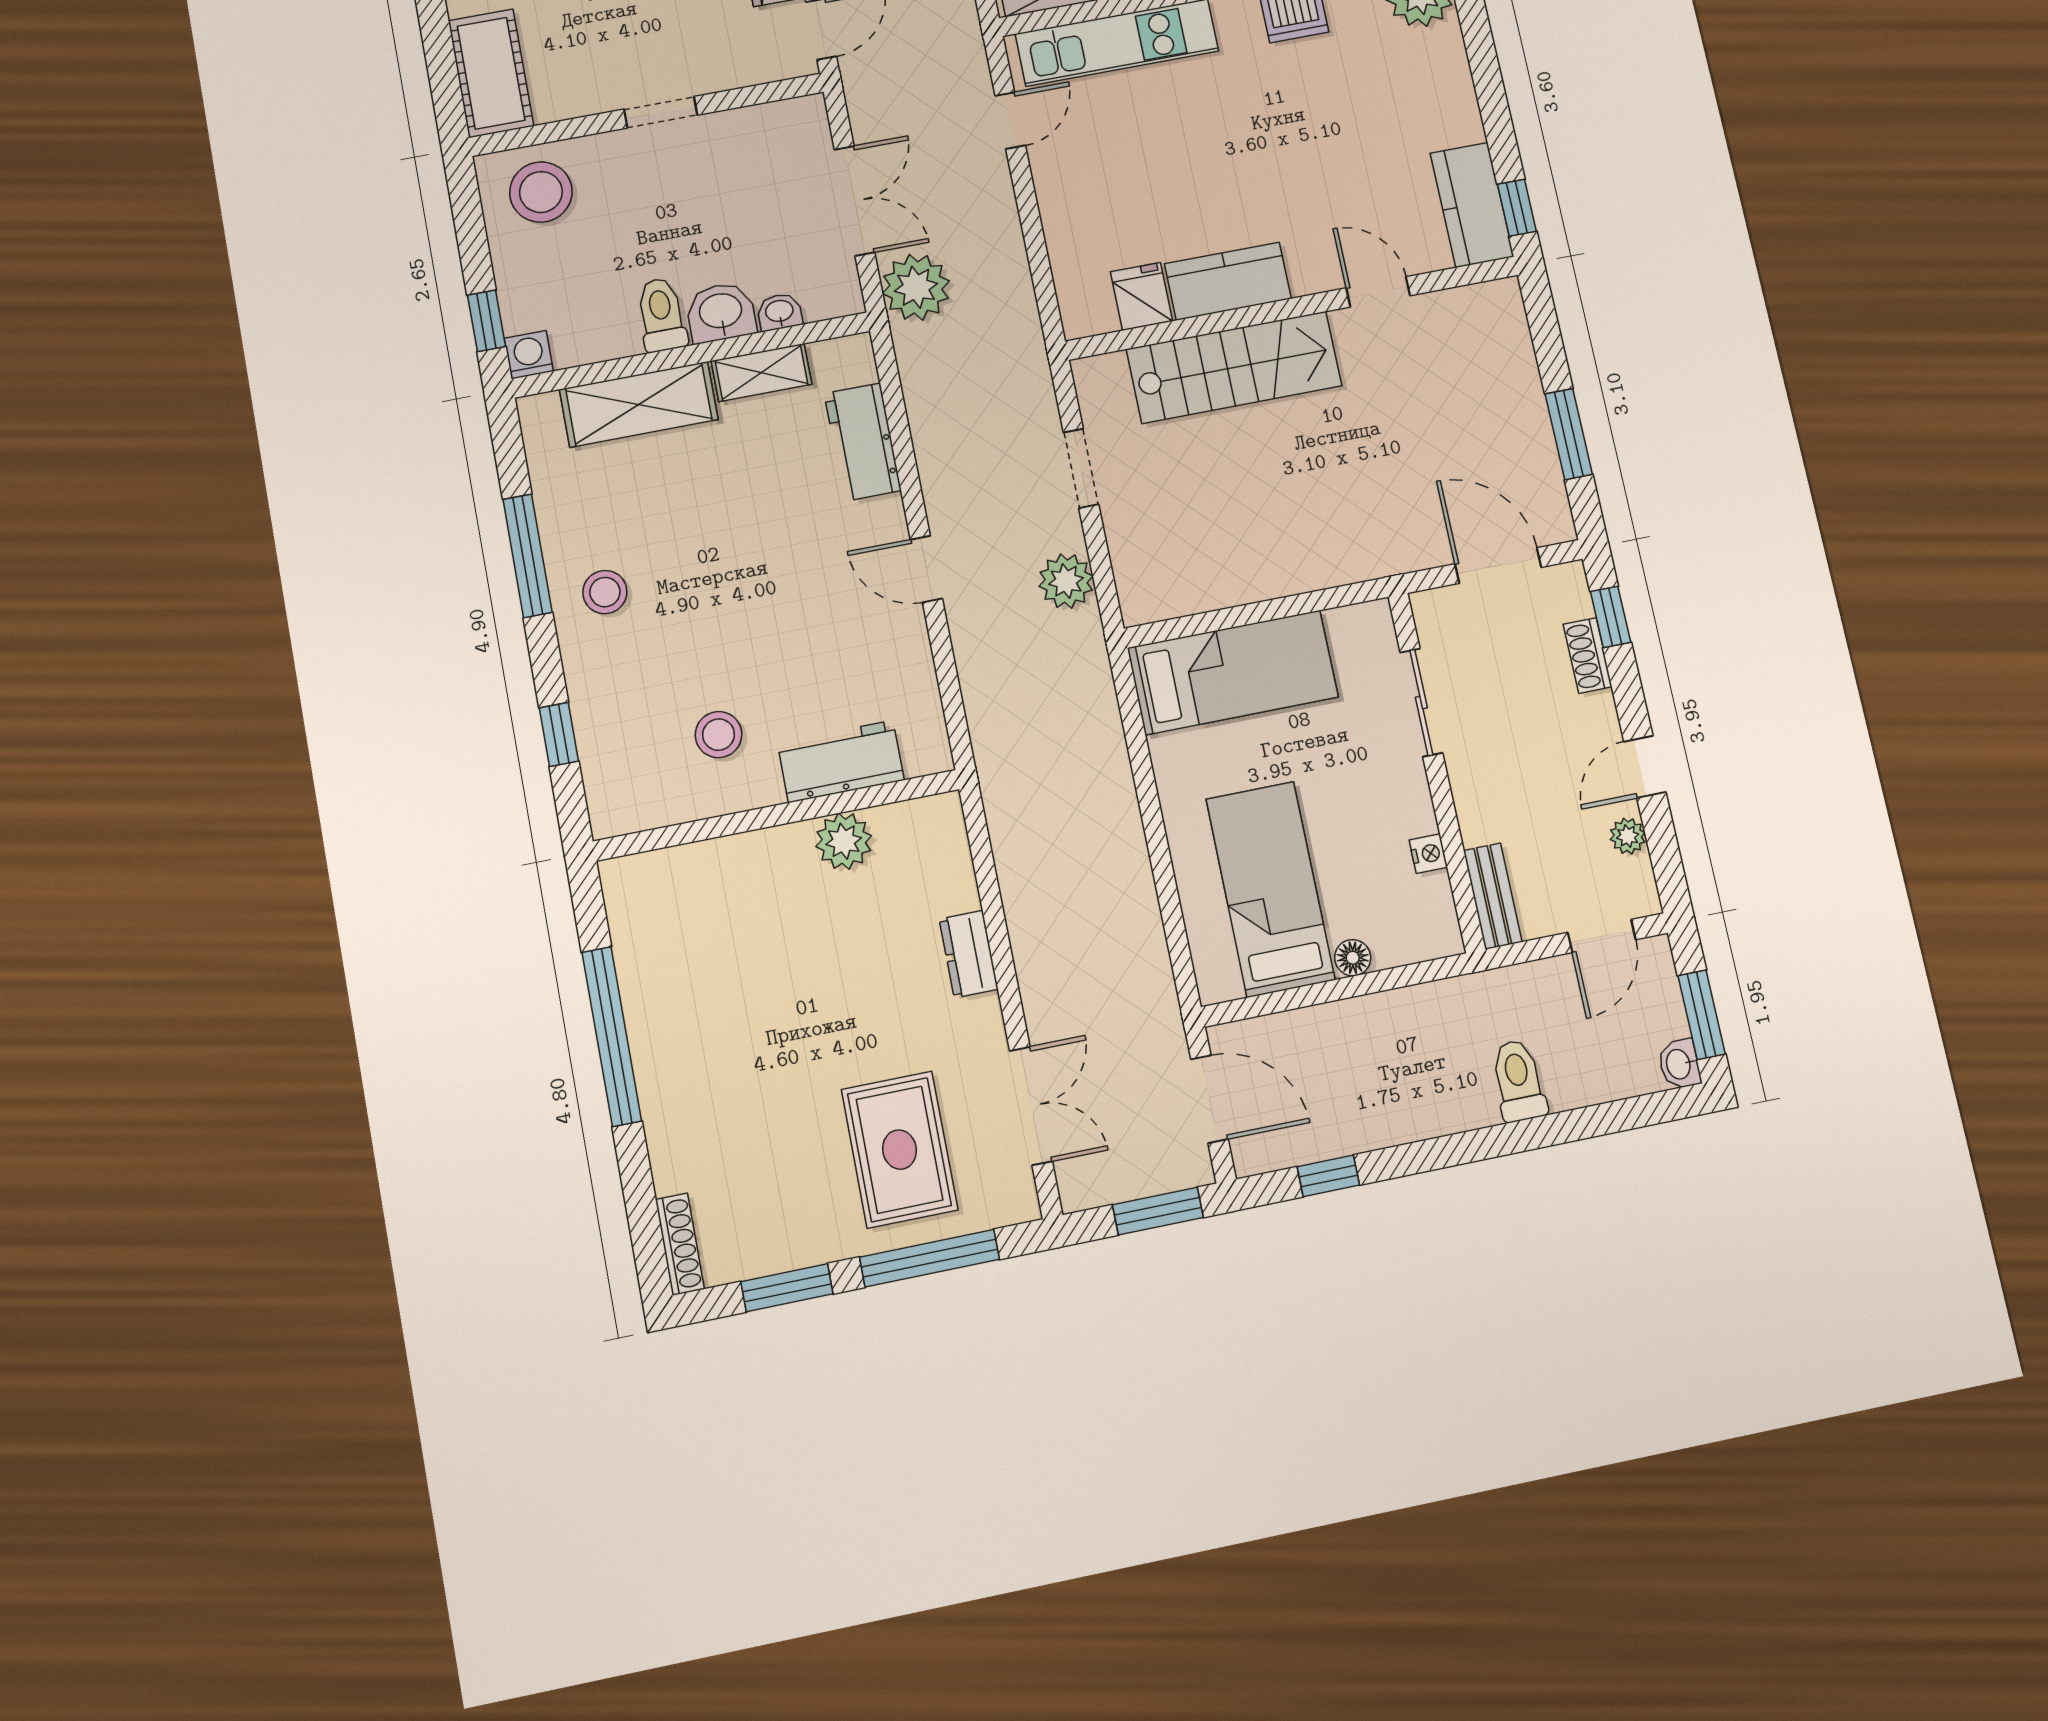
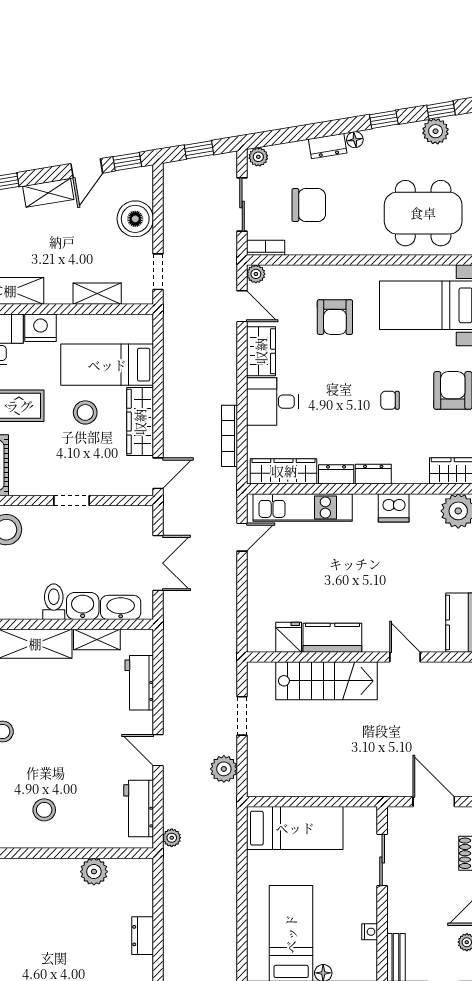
plant: (916, 287) -> (172, 838), moved, width x0.53, depth x0.53
washbasin: (779, 312) -> (121, 607), width x1.91, depth x1.45
workbench: (841, 761) -> (139, 809), moved, turned -90

